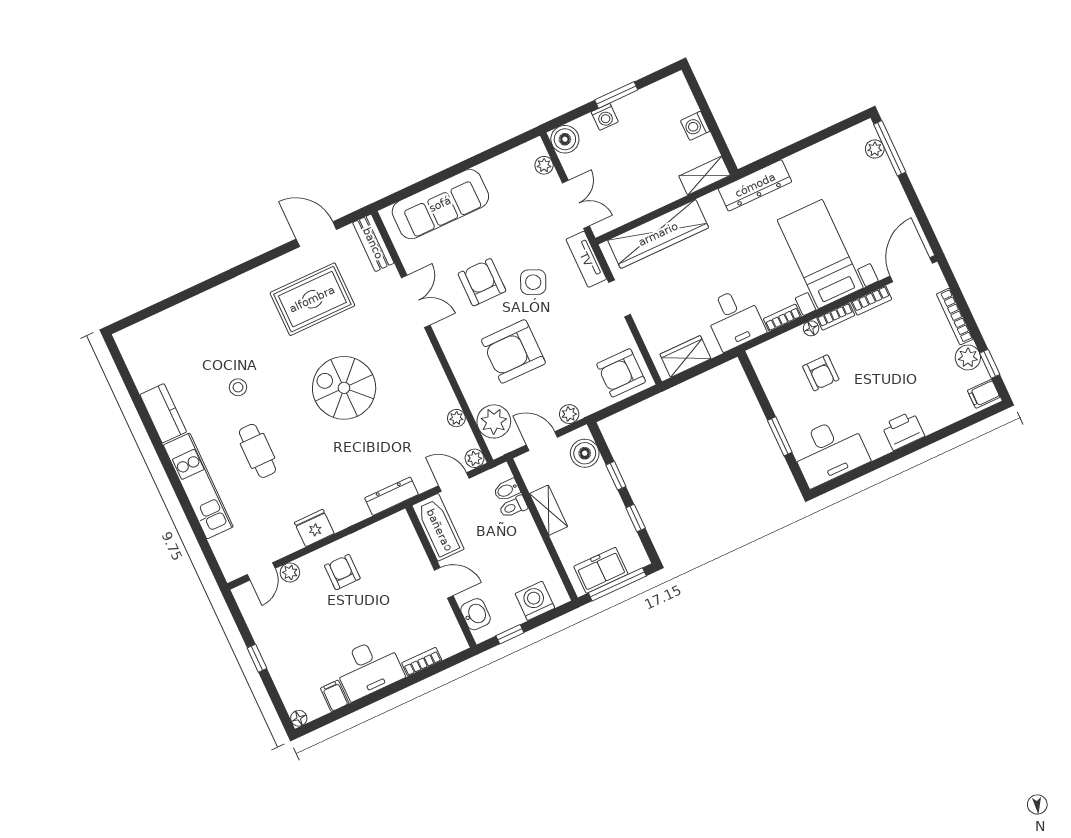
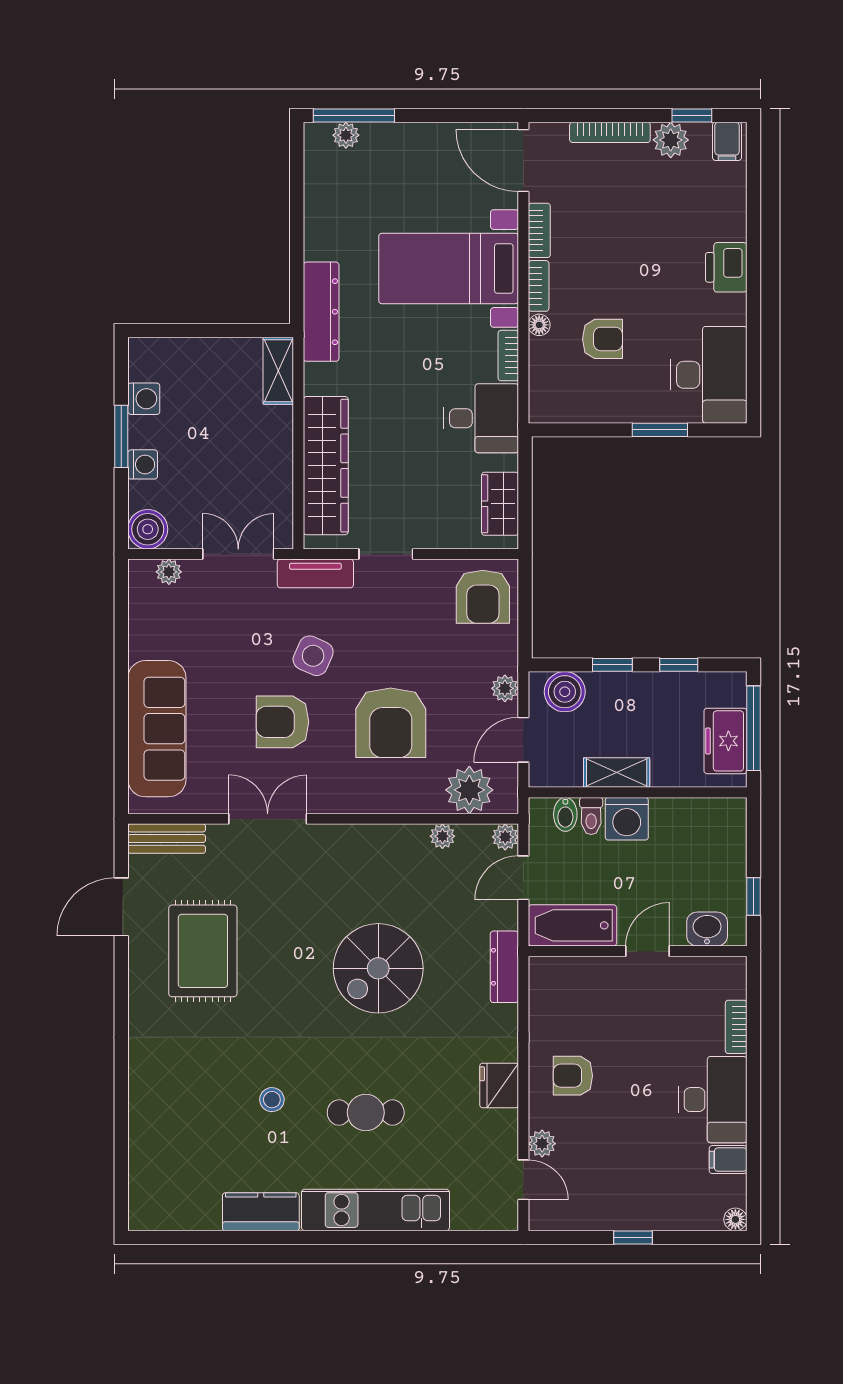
washing machine: (695, 126) -> (144, 399), moved, turned -90
spiral stairs: (344, 388) -> (378, 968), moved
washing machine: (535, 601) -> (627, 819), moved, turned -90

